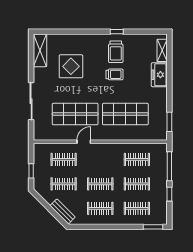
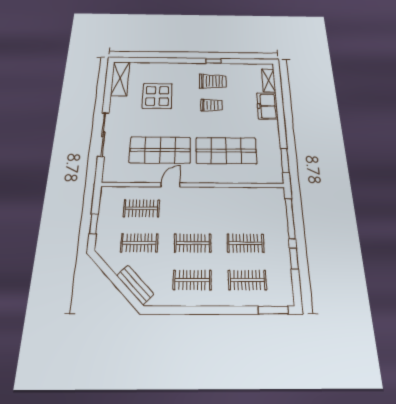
trolley: (116, 52) -> (213, 81), turned -90
clothes rail: (137, 159) -> (244, 209), removed

